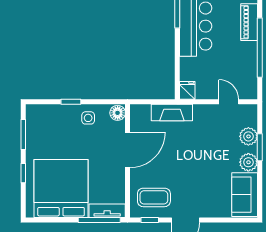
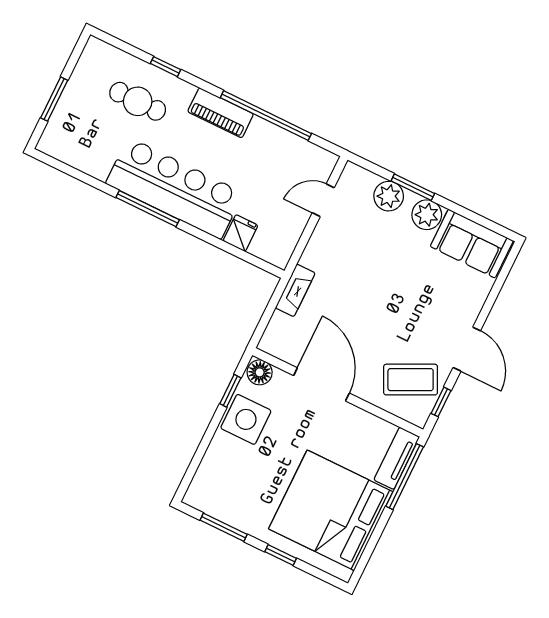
fridge: (187, 90) -> (240, 233), moved, turned 90
window: (71, 102) -> (230, 391), moved
fireplace: (172, 113) -> (295, 290), width x0.73, depth x0.76
side table: (88, 118) -> (246, 419), width x1.87, depth x1.87
coffee table: (154, 197) -> (411, 380), turned 64

